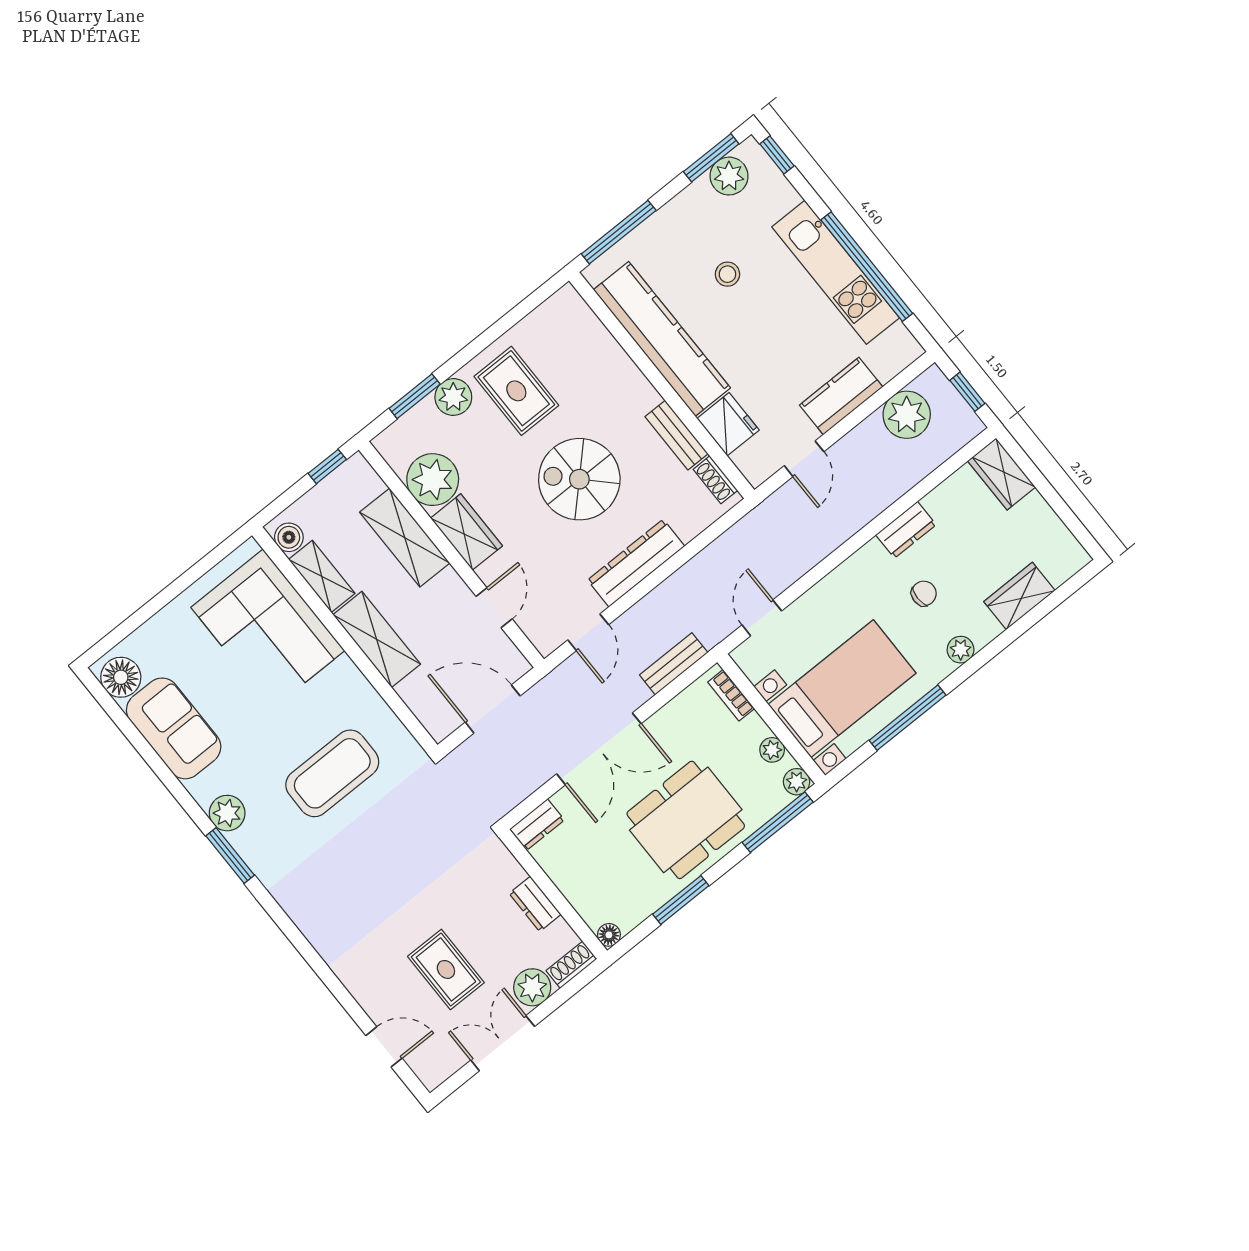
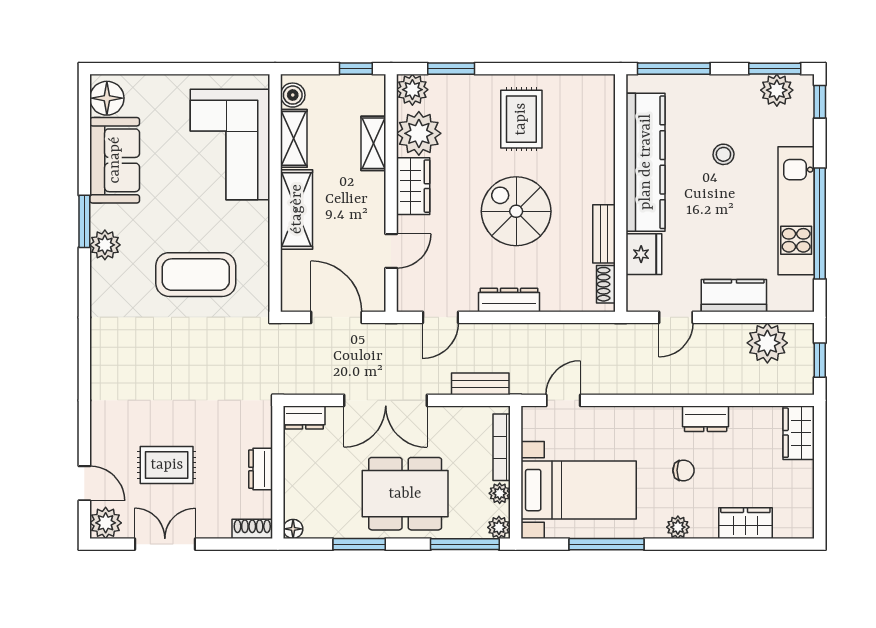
plant: (453, 397) -> (412, 90), moved
shelving: (405, 538) -> (373, 143), width x0.67, depth x0.75
dresser: (636, 563) -> (509, 300), width x0.73, depth x0.80
bookcase: (731, 695) -> (502, 447), width x1.56
window: (230, 856) -> (84, 221), moved
rug: (446, 969) -> (167, 465), turned 90
plant: (532, 987) -> (106, 523), moved

